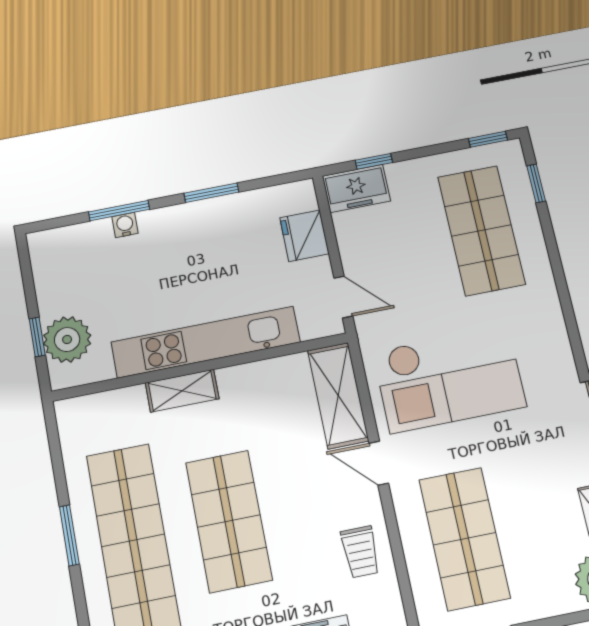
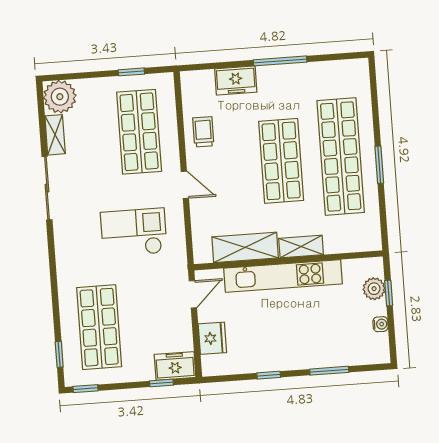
window: (211, 193) -> (269, 375), width x0.67
water cooler: (125, 225) -> (380, 324), moved, turned -90
door: (343, 297) -> (193, 294), swing flipped
plant: (67, 340) -> (374, 289), width x0.73, depth x0.73
checkout: (449, 379) -> (134, 232), width x0.73, depth x0.83
shelving: (338, 396) -> (245, 247), moved, turned 90

